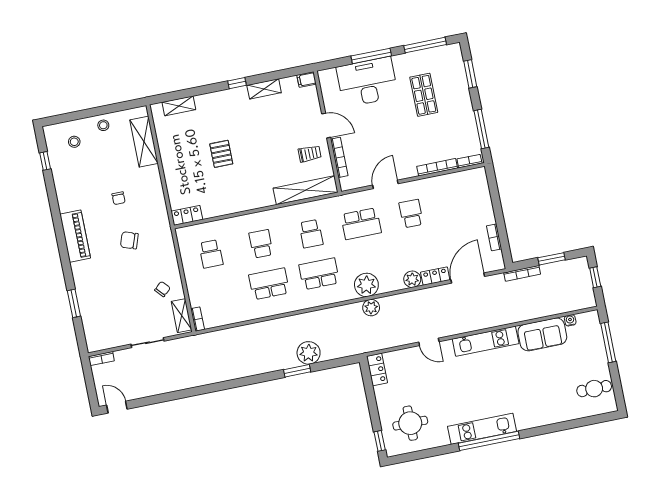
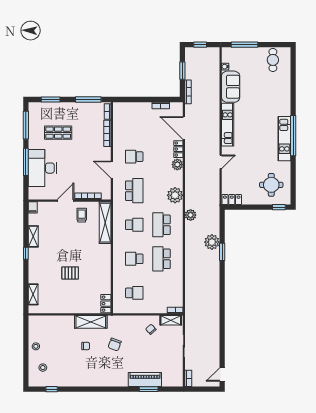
shelving: (144, 142) -> (91, 322), moved
piano: (75, 236) -> (145, 379), moved
plant: (371, 308) -> (191, 215), moved

